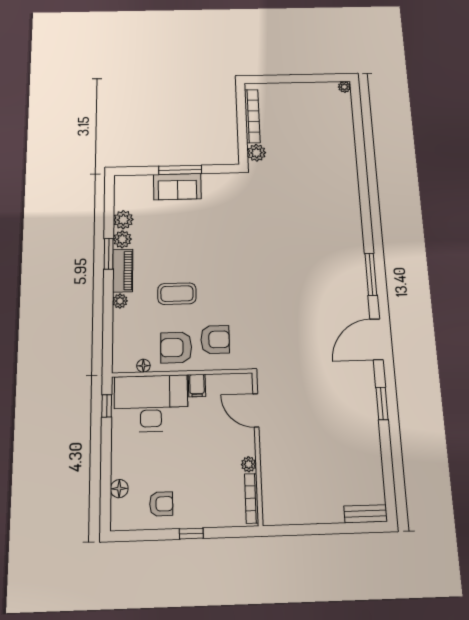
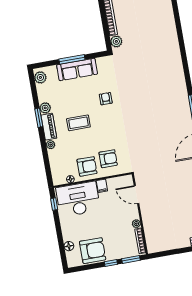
sofa: (177, 187) -> (77, 69), width x1.36
plant: (123, 220) -> (40, 77), moved
armchair: (226, 239) -> (106, 99), added
coffee table: (177, 294) -> (78, 123), moved
armchair: (176, 348) -> (87, 166), turned 180
armchair: (161, 504) -> (93, 251), width x1.88, depth x1.88
window: (230, 532) -> (131, 259), added

